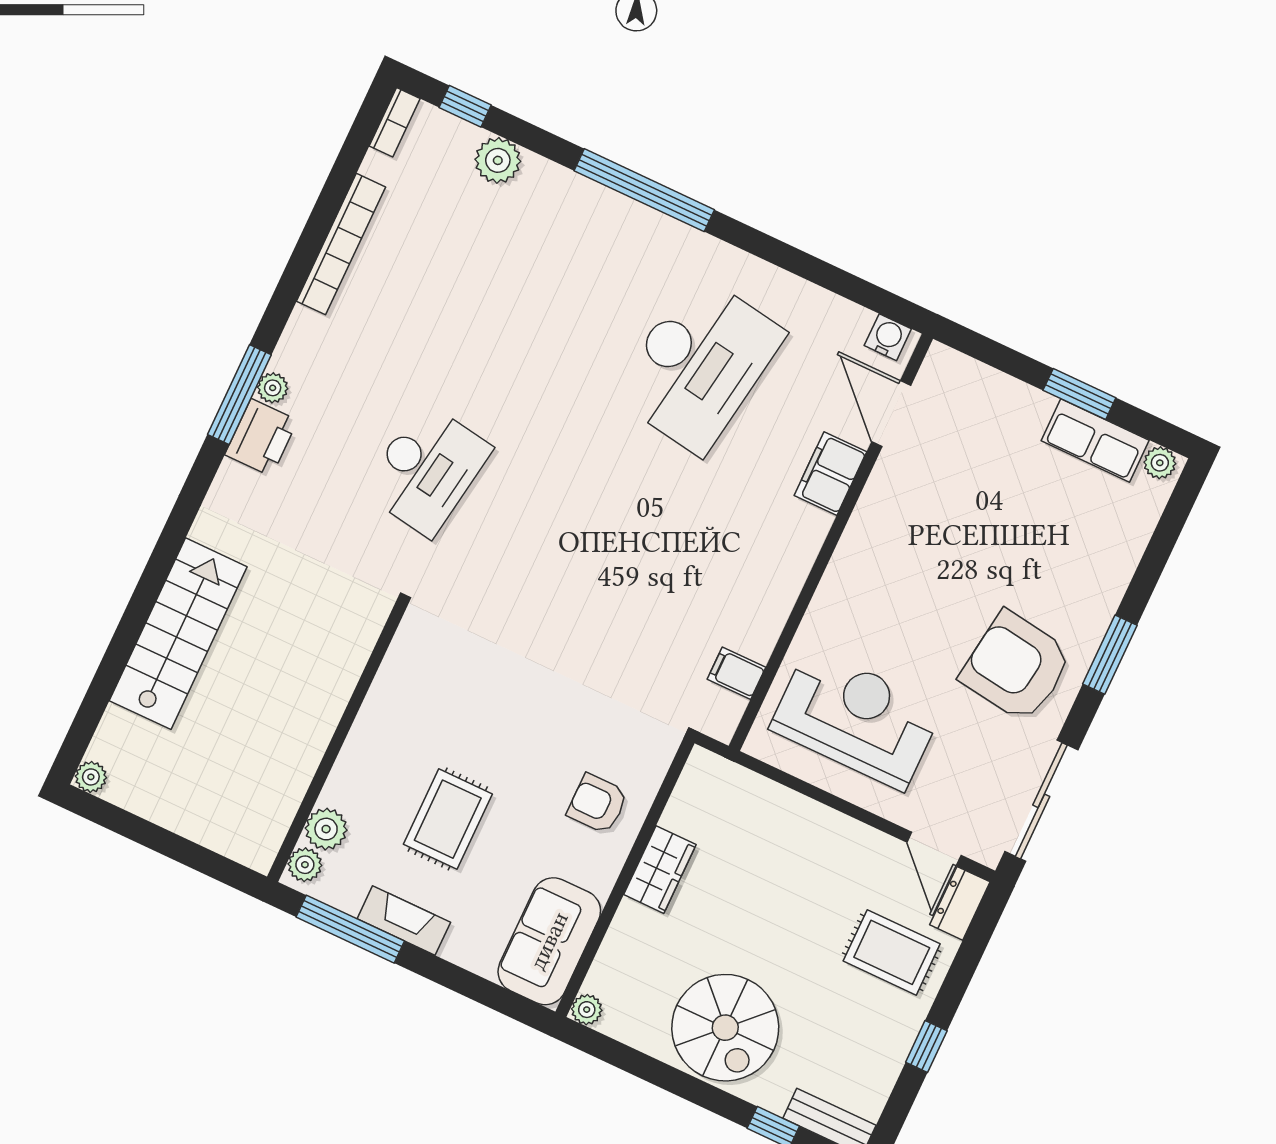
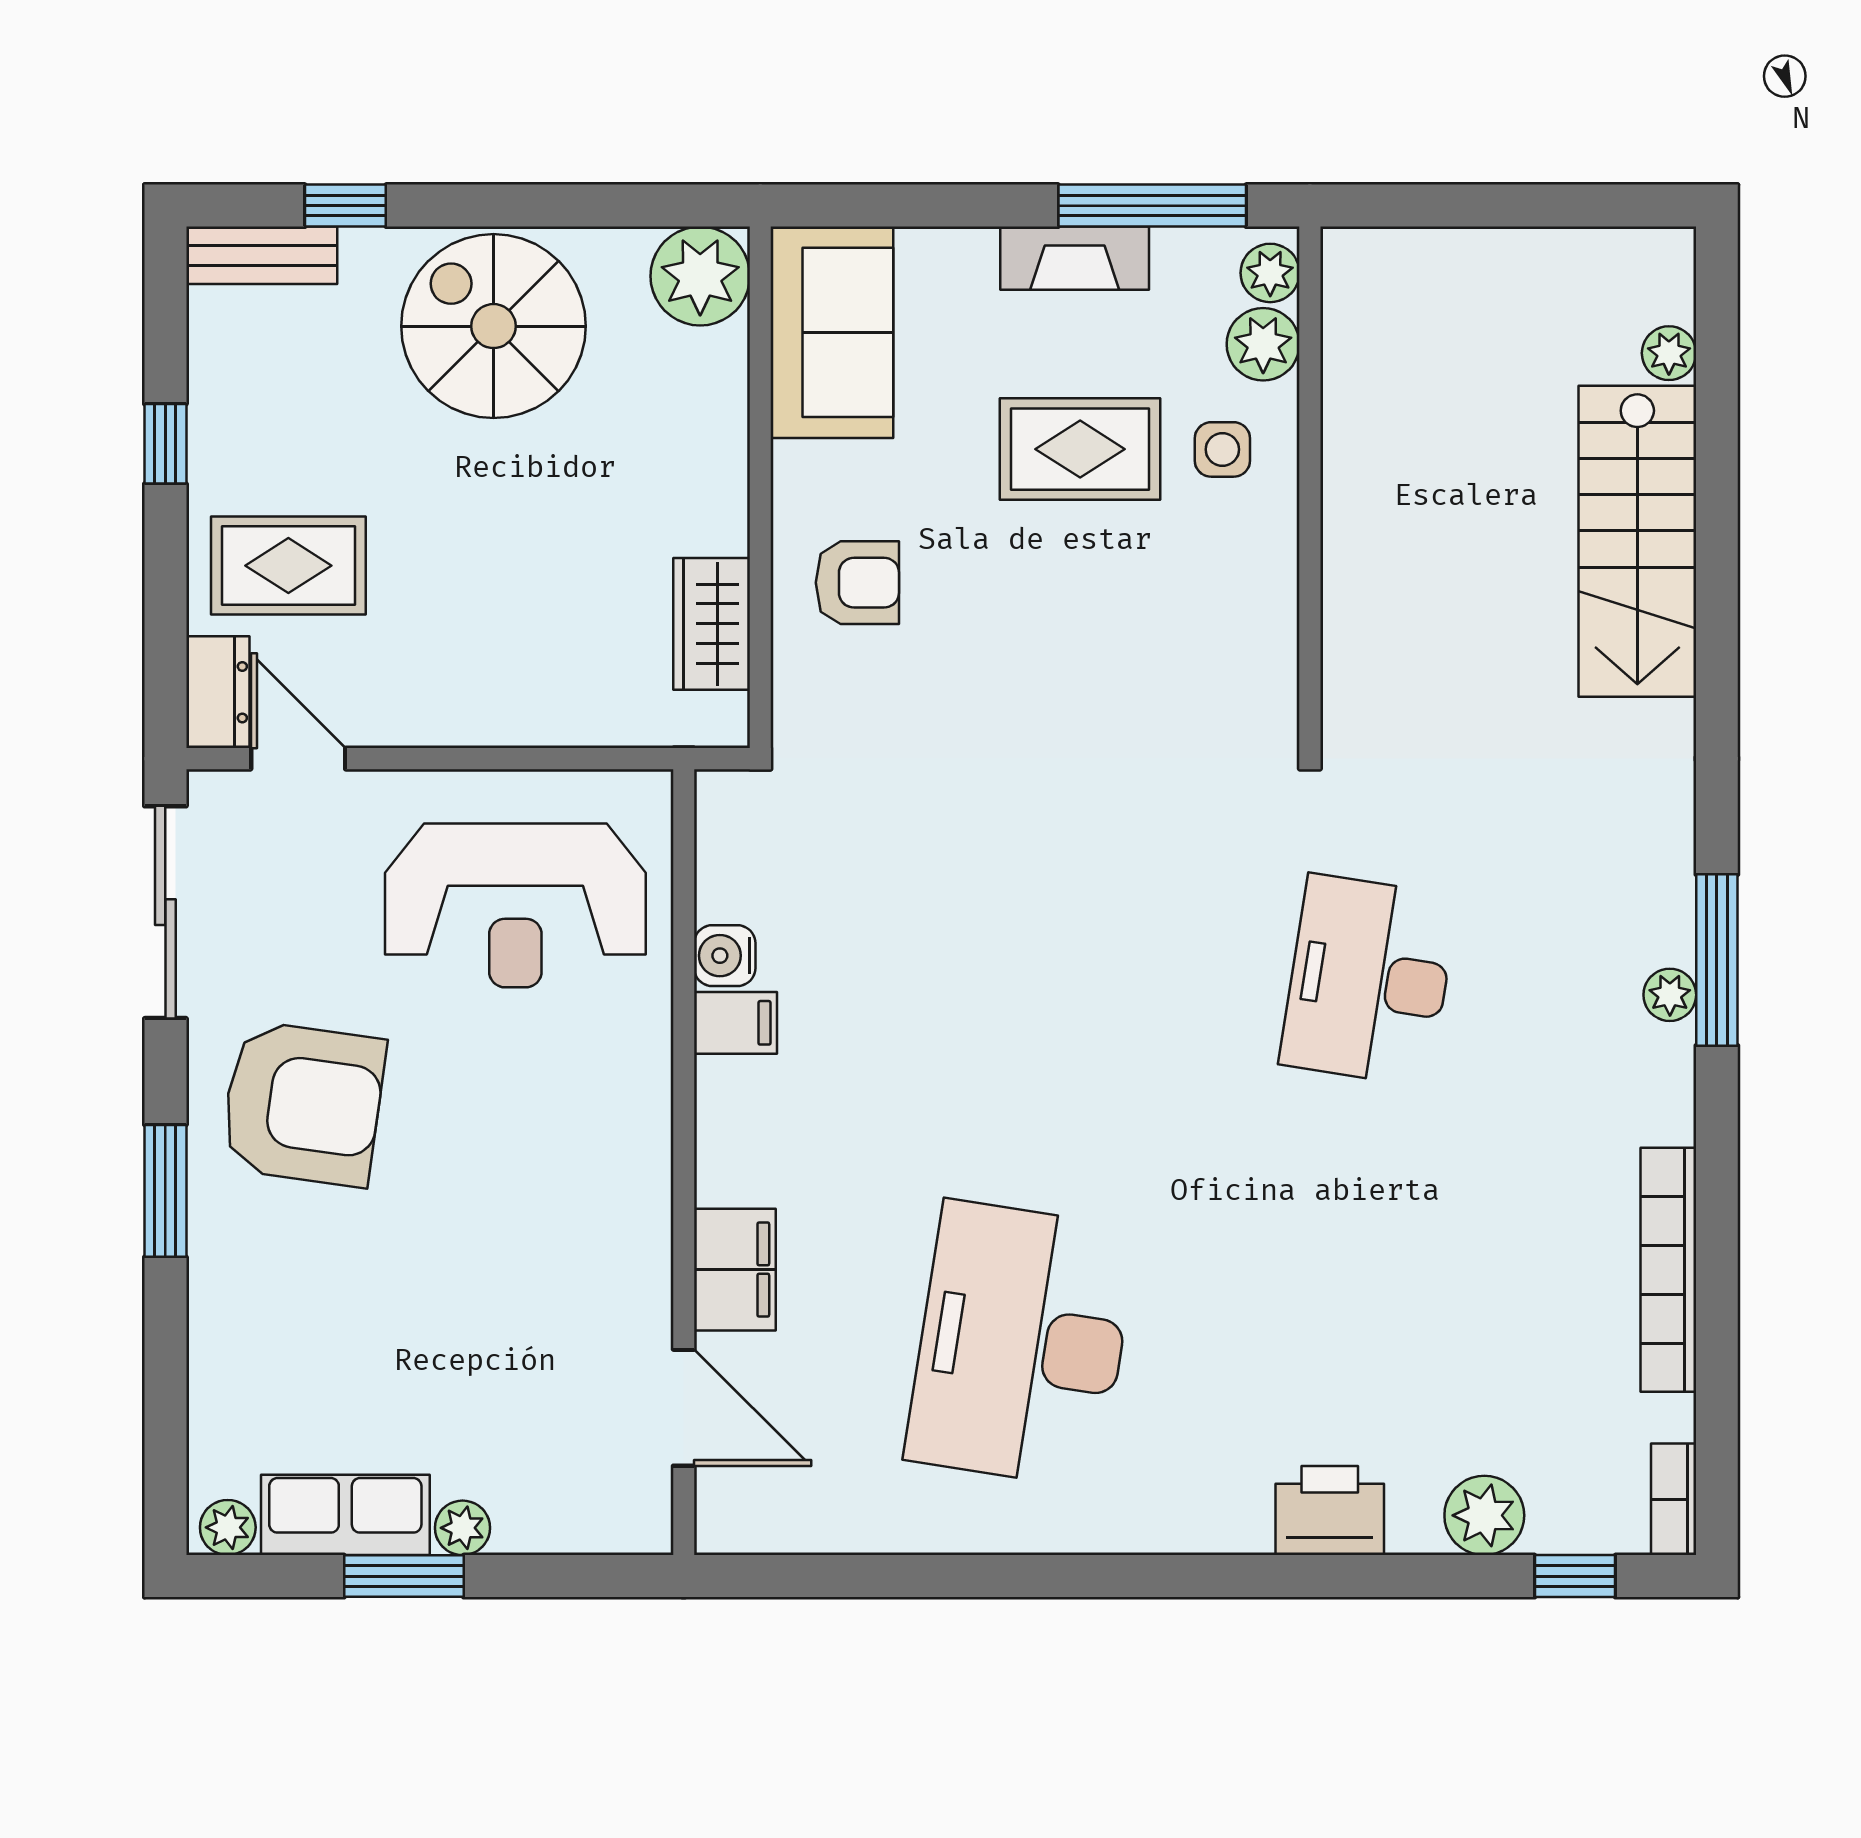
window: (644, 190) -> (1234, 1576), removed
water cooler: (888, 337) -> (725, 956), moved, turned 90
plant: (1037, 405) -> (463, 1528), added
printer: (261, 437) -> (1330, 1511), moved, turned 90
filing cabinet: (736, 673) -> (736, 1023), moved
plant: (91, 777) -> (1669, 353), moved
side table: (373, 784) -> (1222, 449), added
rug: (448, 819) -> (1080, 449), turned 90
wardrobe: (660, 870) -> (712, 624), moved
plant: (587, 1010) -> (700, 276), width x1.87, depth x1.87

